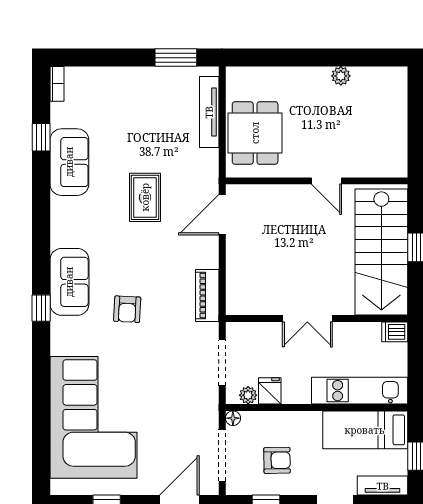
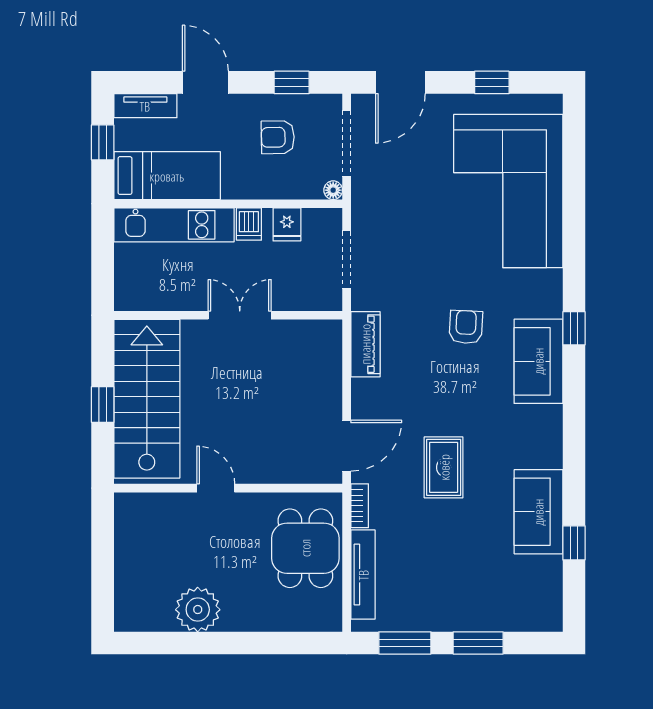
window: (117, 58) -> (478, 643), added
plant: (341, 76) -> (198, 610), width x1.88, depth x1.88
bookcase: (57, 84) -> (360, 506), moved, turned 180
dishwasher: (395, 332) -> (249, 224), moved, turned 90
plant: (248, 395) -> (314, 219), removed

